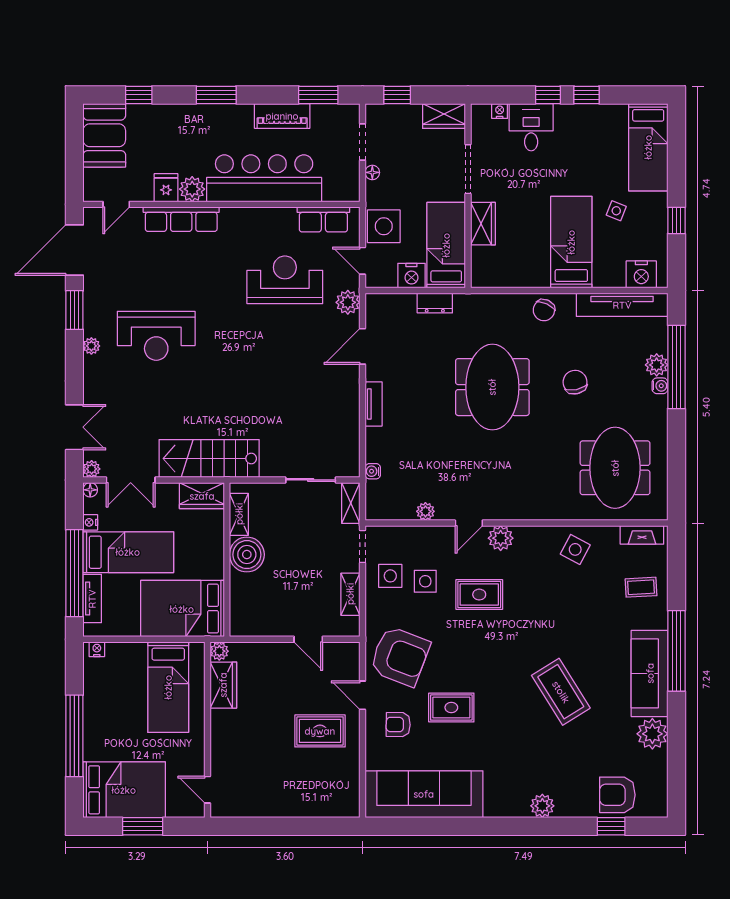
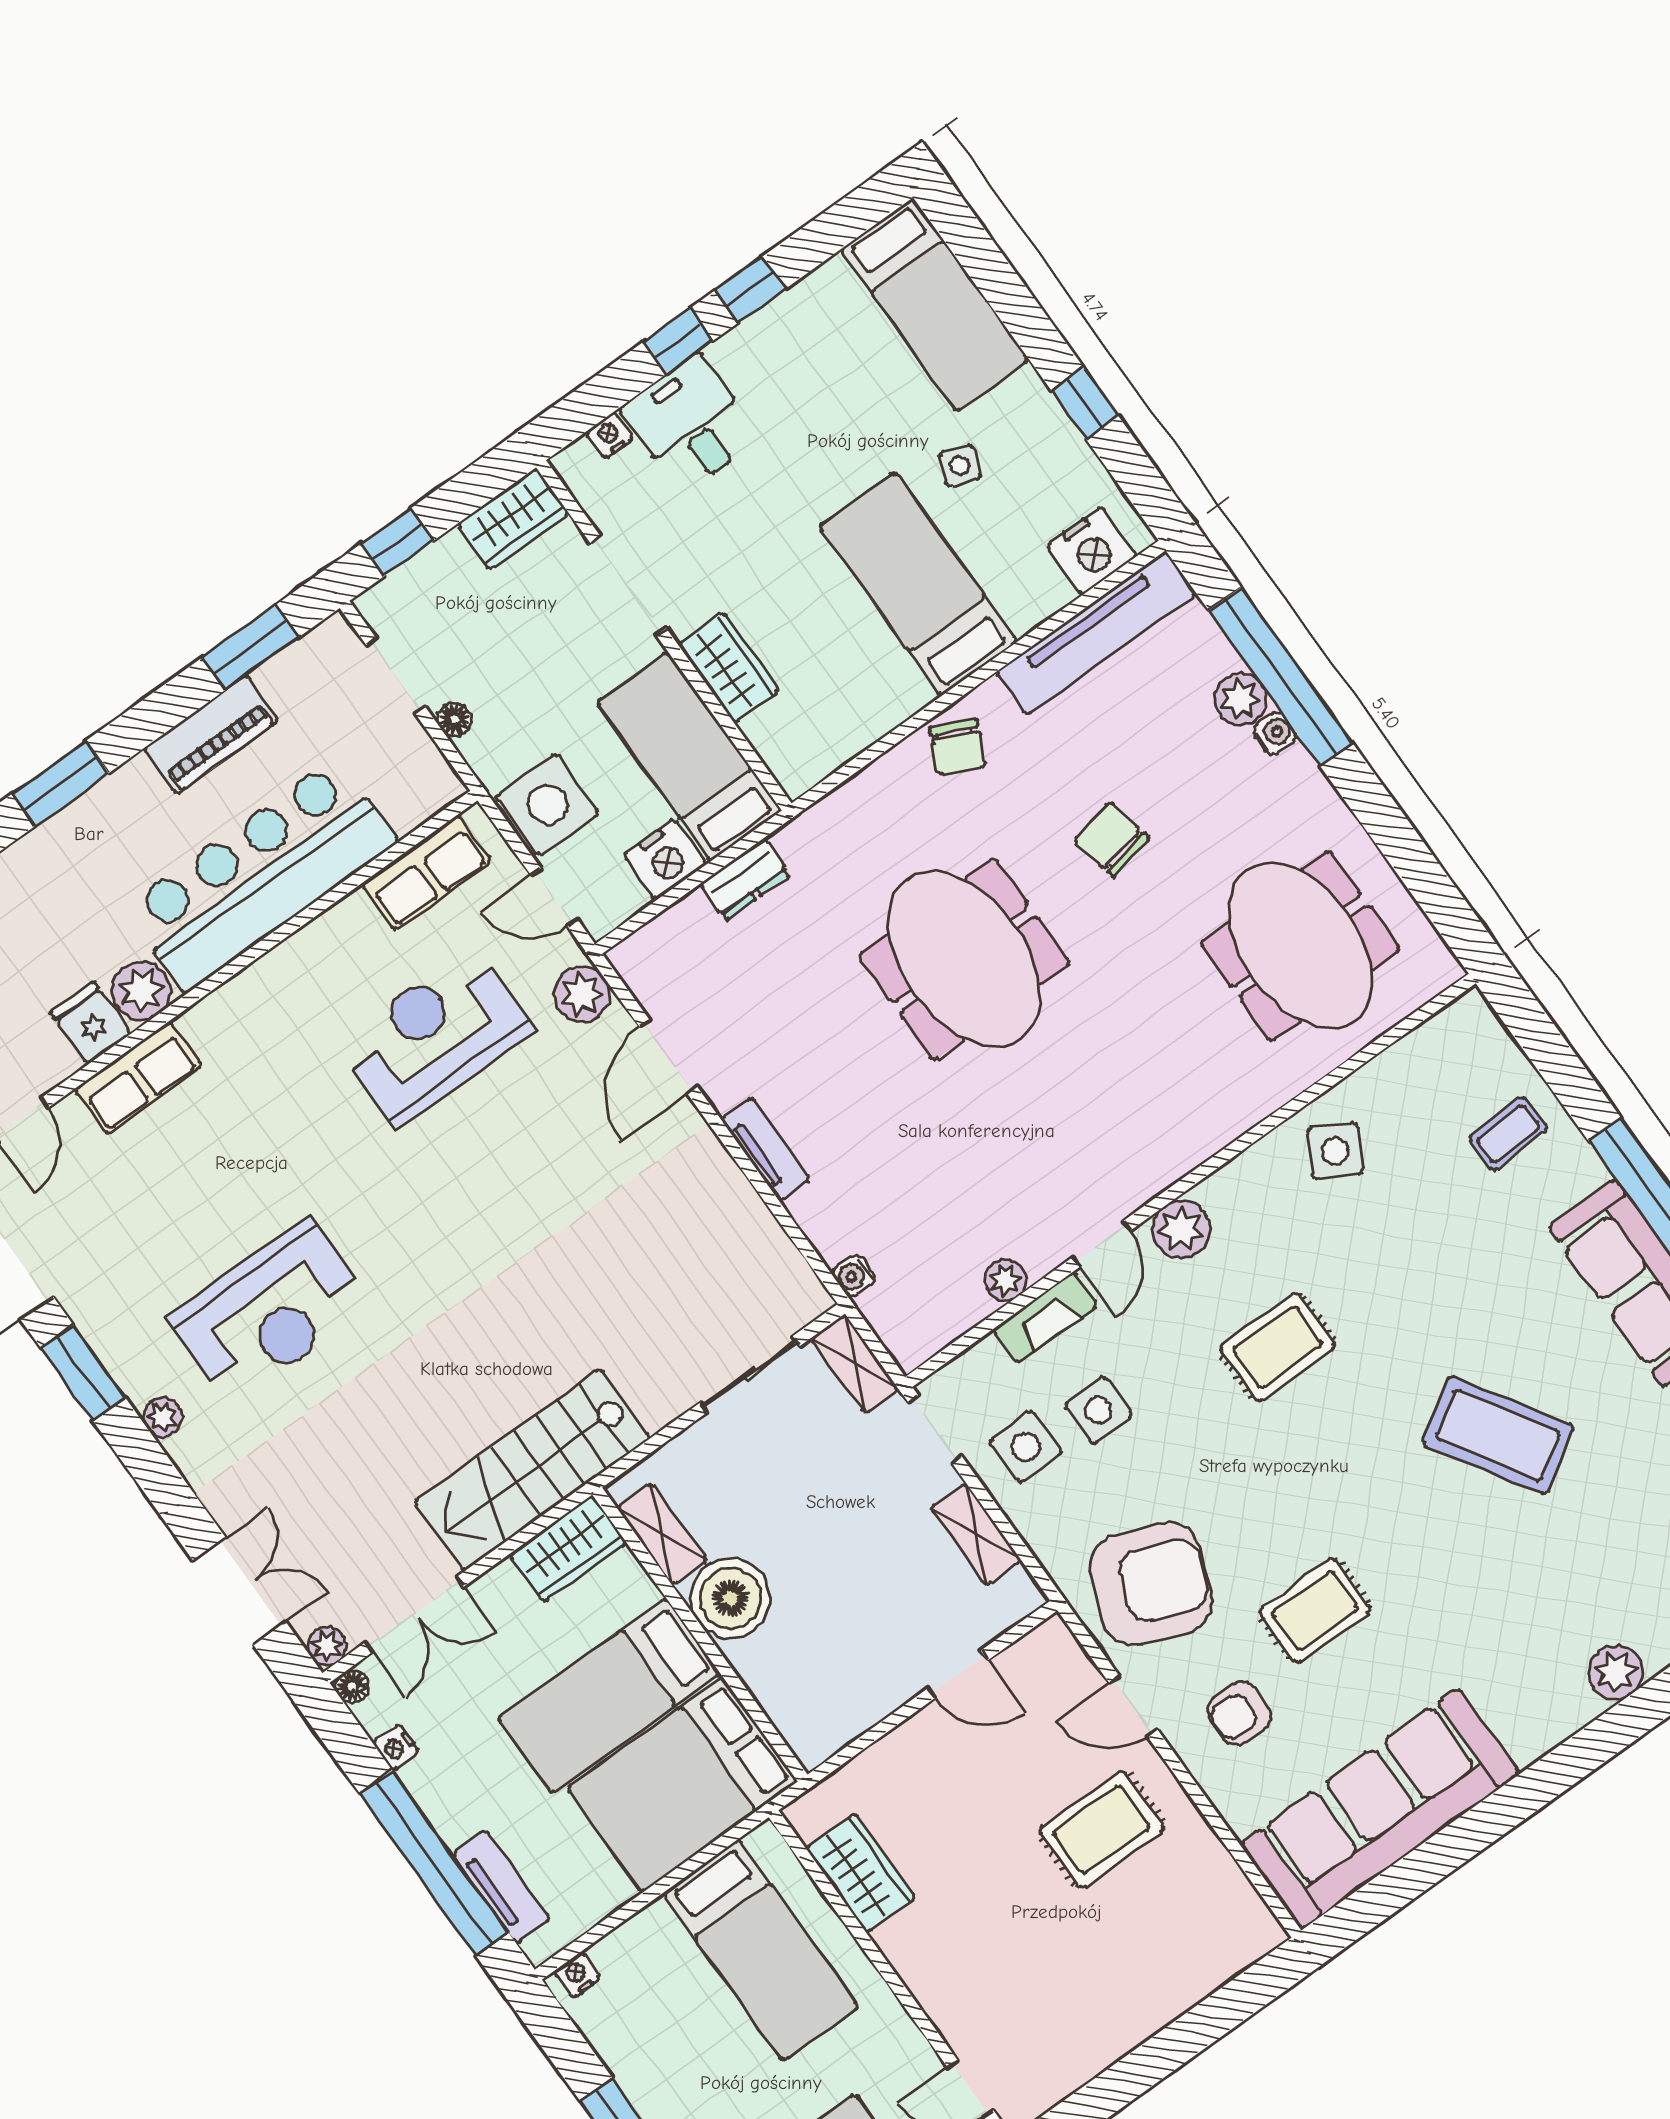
row of seats: (181, 219) -> (138, 1078), width x0.68
fireplace: (642, 535) -> (1045, 1318), moved
bed: (128, 552) -> (609, 1696), moved, turned 180
rug: (479, 595) -> (1278, 1347), moved
plant: (219, 651) -> (808, 1815), removed

